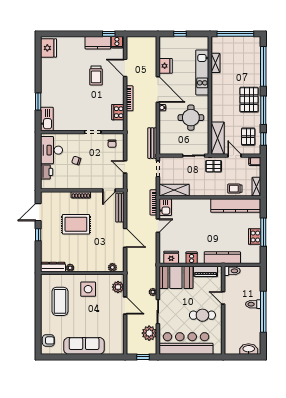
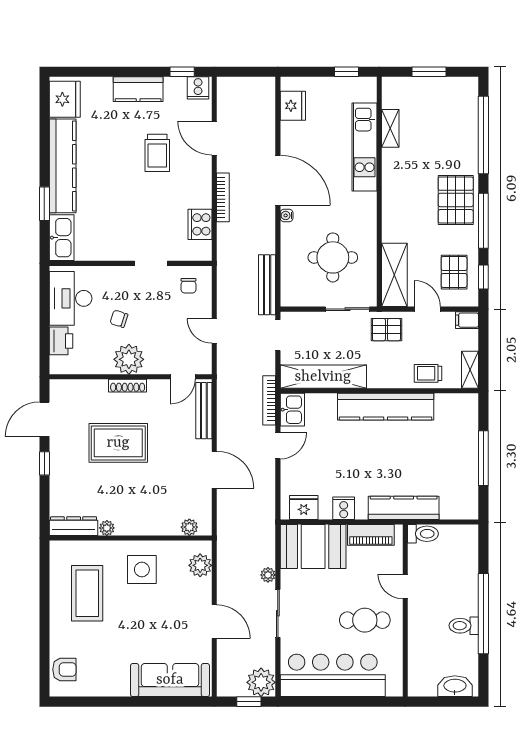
window: (180, 34) -> (346, 72), moved
window: (235, 34) -> (429, 72), width x0.47
kitchen counter: (98, 43) -> (138, 89), moved
fridge: (166, 66) -> (293, 106), moved
kitchen counter: (47, 82) -> (63, 166), added
round table: (191, 118) -> (333, 257), moved
plant: (81, 181) -> (129, 359), added
shelving: (174, 190) -> (323, 377), width x1.47
kitchen counter: (235, 206) -> (386, 407), moved
cooker: (255, 237) -> (467, 467), removed
toilet: (253, 304) -> (464, 626), moved
door: (125, 305) -> (214, 622), moved
plant: (149, 333) -> (261, 682), moved
sofa: (84, 346) -> (170, 680), moved

